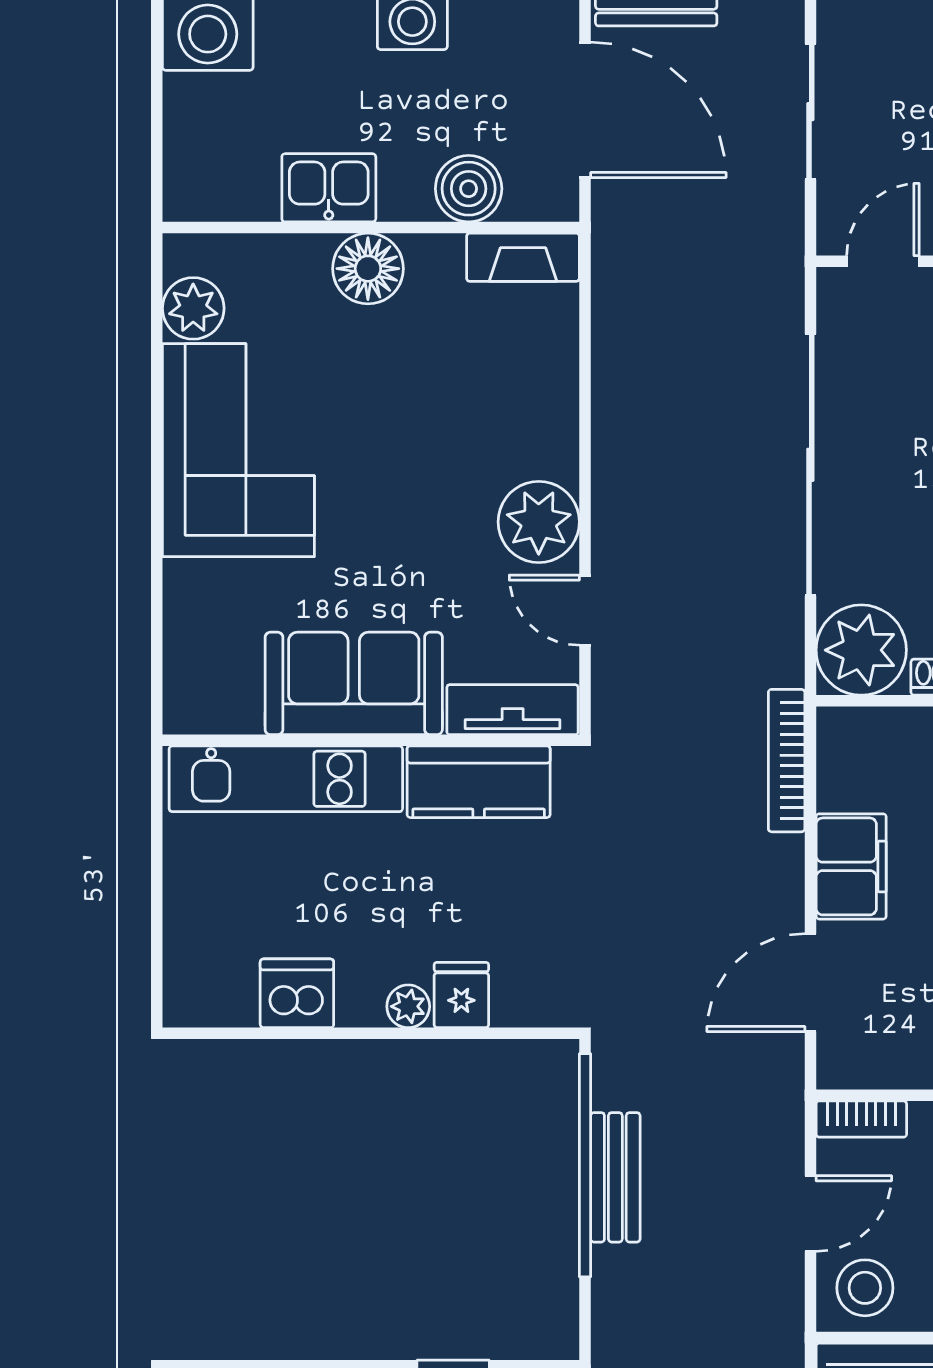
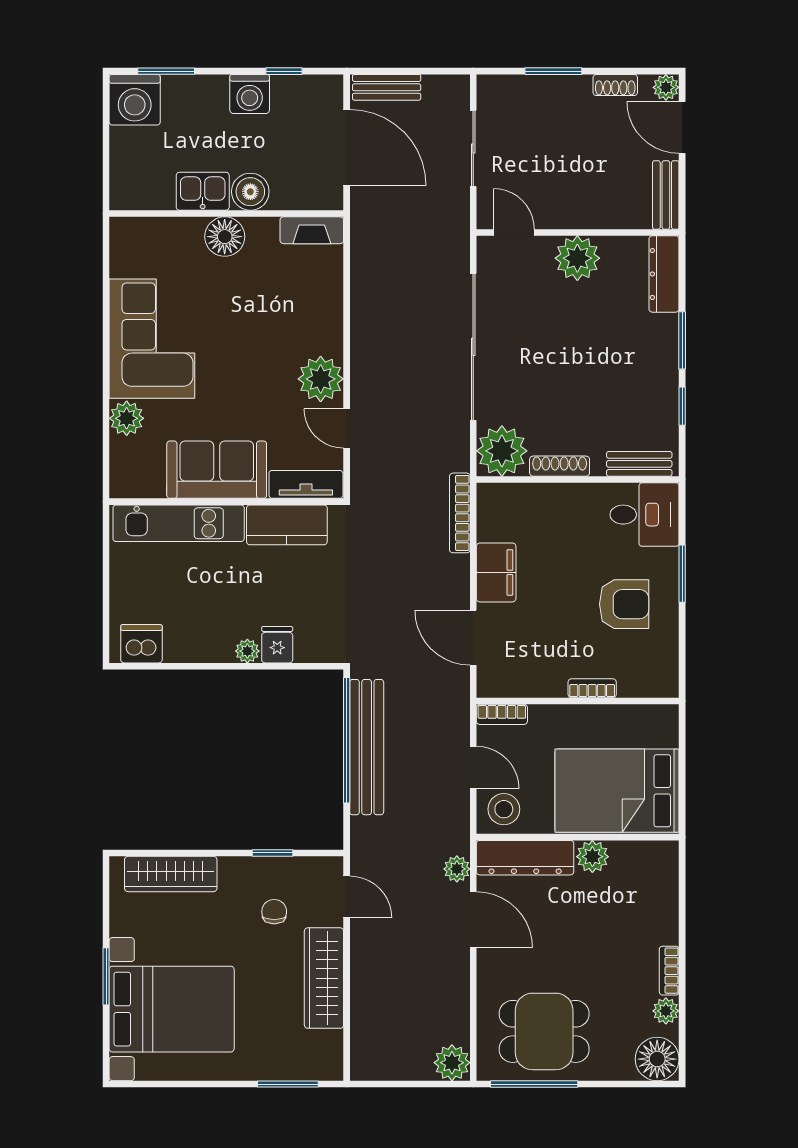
boiler: (469, 189) -> (250, 192), moved
door: (883, 261) -> (514, 233), hinge flipped
plant: (193, 308) -> (127, 418), moved
door: (810, 983) -> (473, 638), hinge flipped
dishwasher: (297, 993) -> (141, 644), moved
bench: (615, 1177) -> (367, 747), width x1.86, depth x1.21
door: (810, 1214) -> (473, 767), hinge flipped

